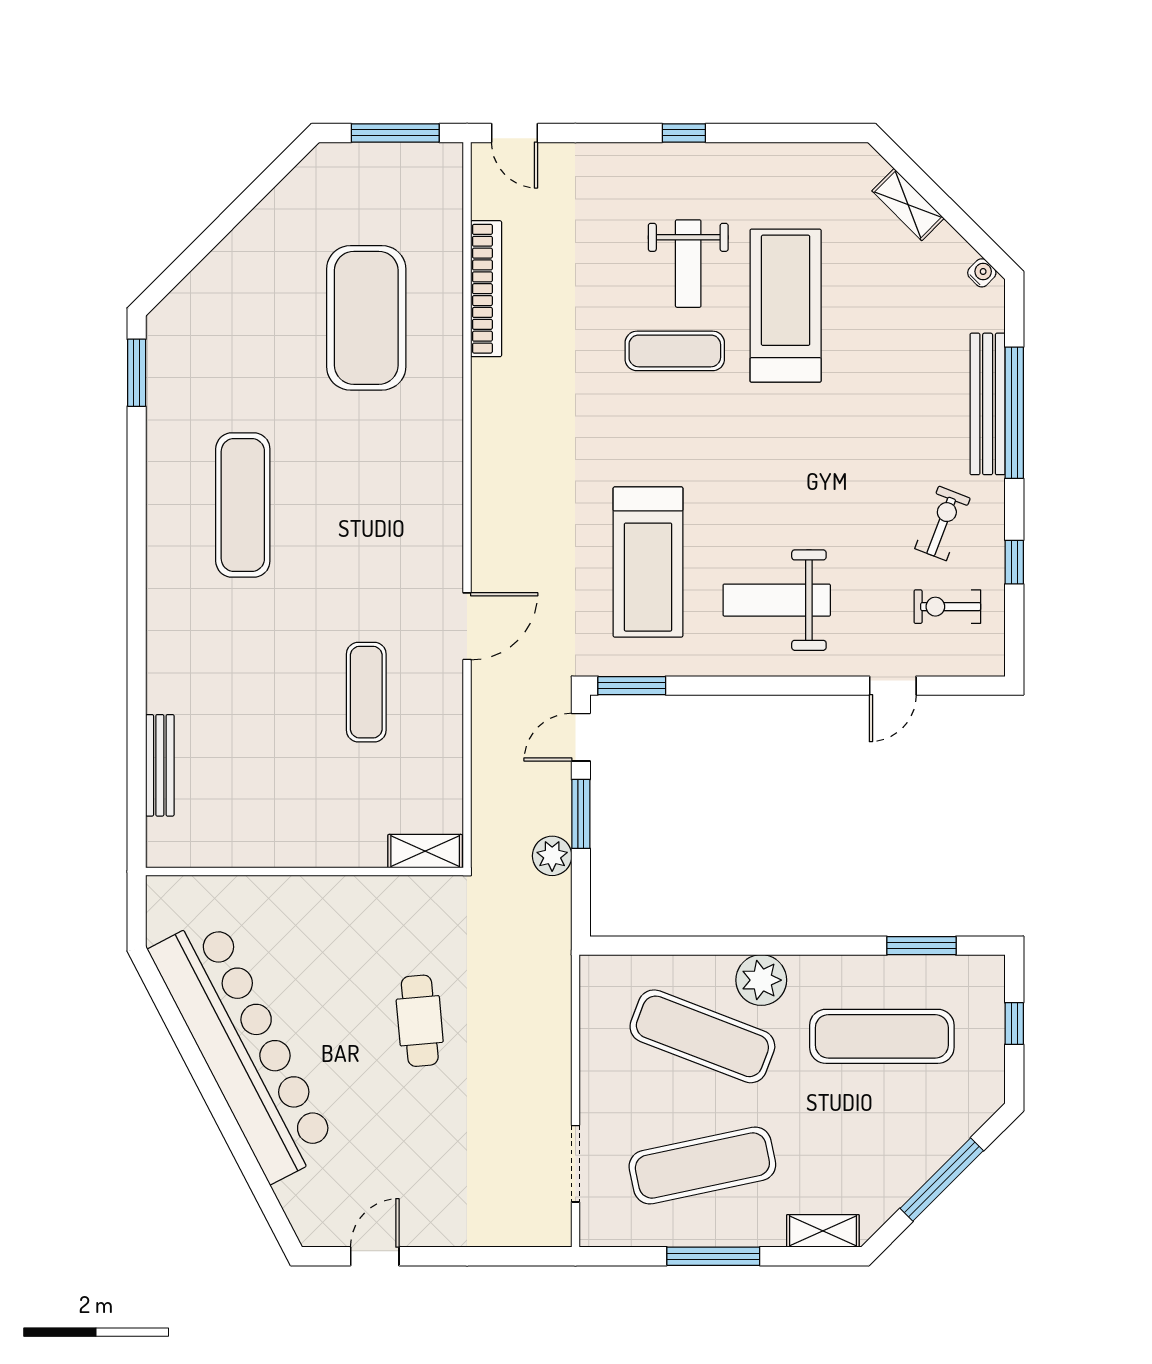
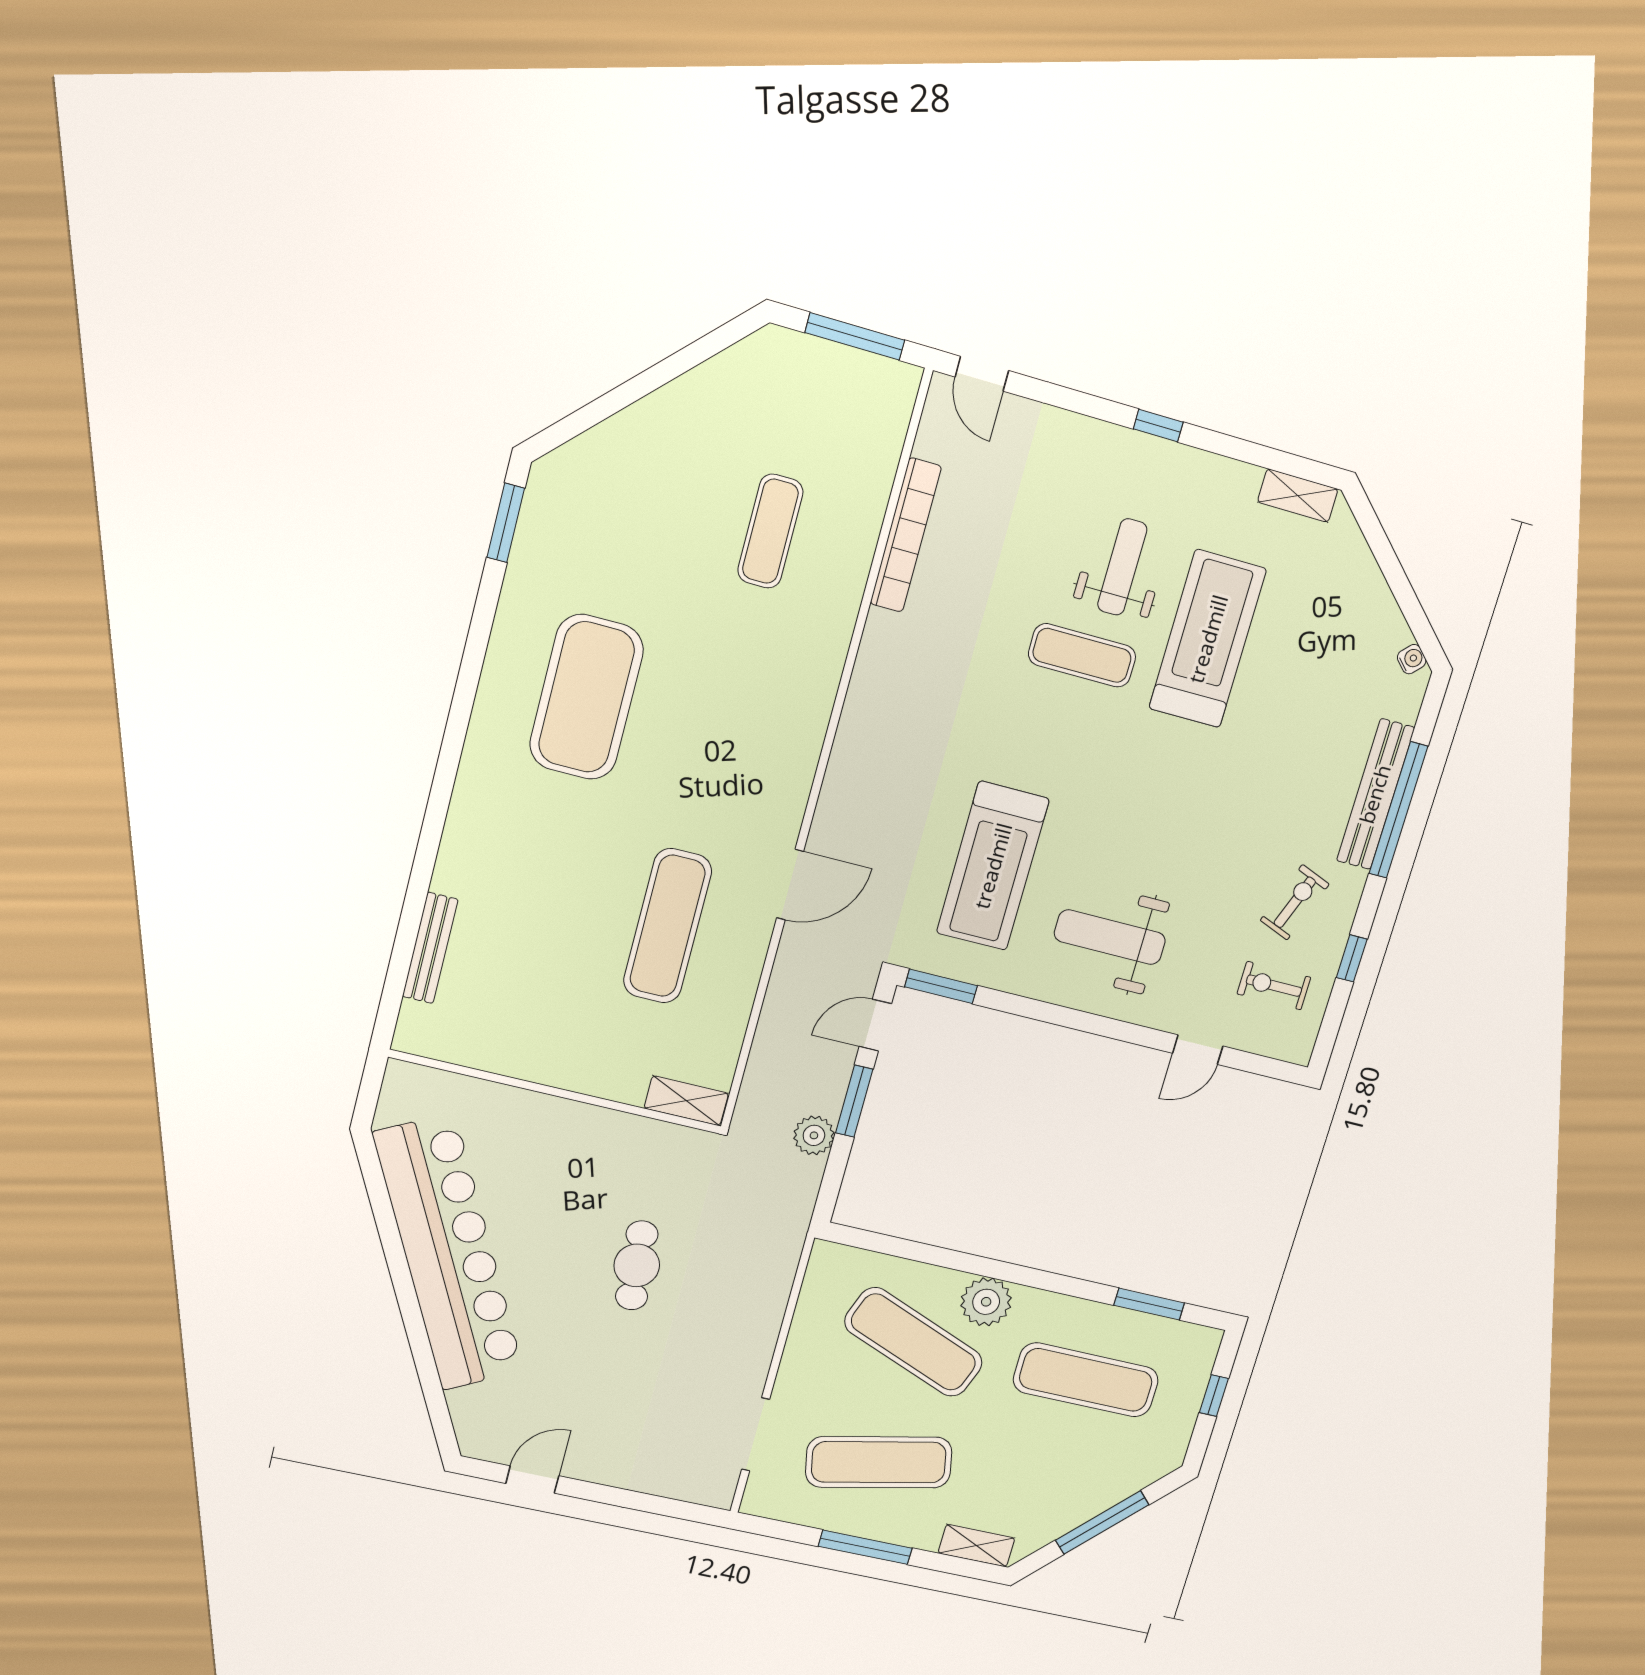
shelving: (908, 205) -> (1298, 496), moved, turned -45
weight bench: (688, 264) -> (1122, 567), turned 180
exercise mat: (366, 318) -> (770, 531), width x0.50, depth x0.69
exercise mat: (243, 505) -> (587, 697), width x1.47
exercise mat: (366, 692) -> (668, 926), width x1.36, depth x1.45

